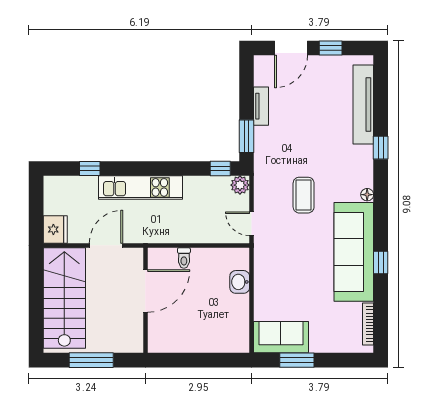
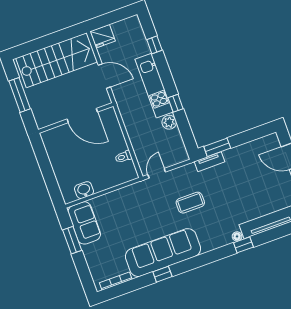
tv unit: (261, 106) -> (209, 162), moved
window: (220, 168) -> (176, 103), moved
plant: (240, 185) -> (169, 122), moved
floor lamp: (367, 195) -> (237, 236), moved
toilet: (184, 258) -> (123, 157), moved
washbasin: (240, 282) -> (84, 190), moved

